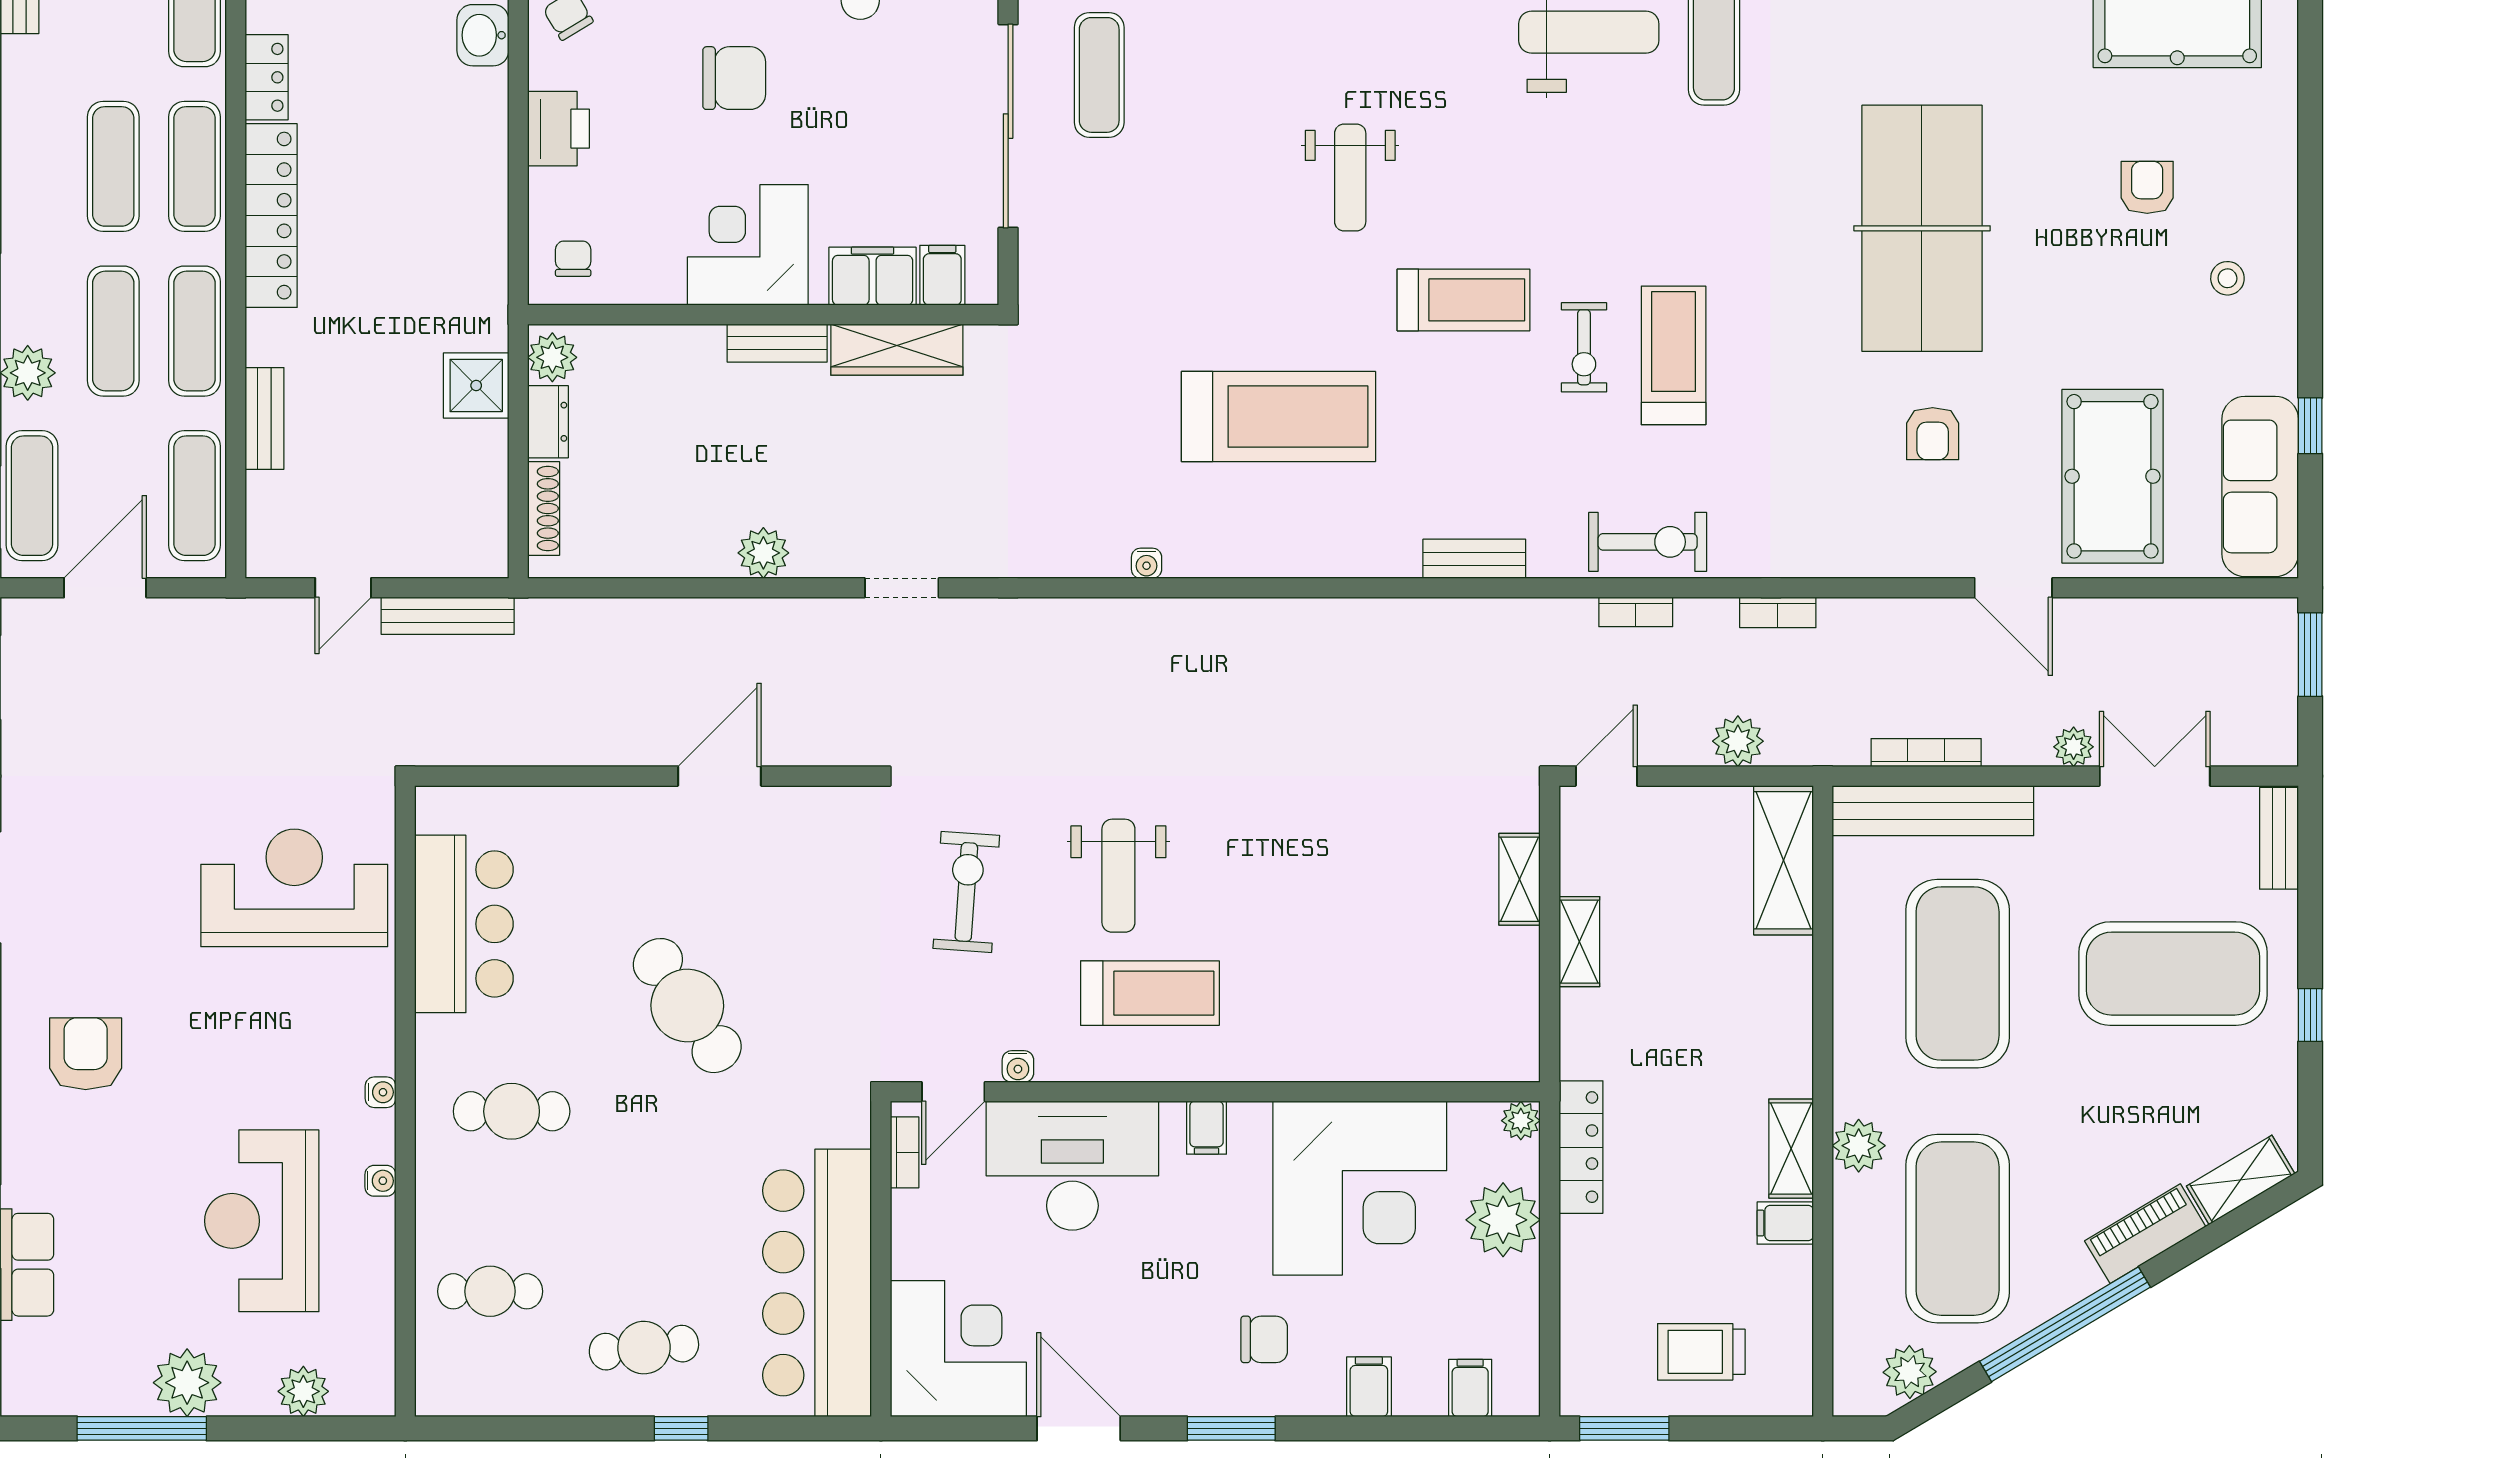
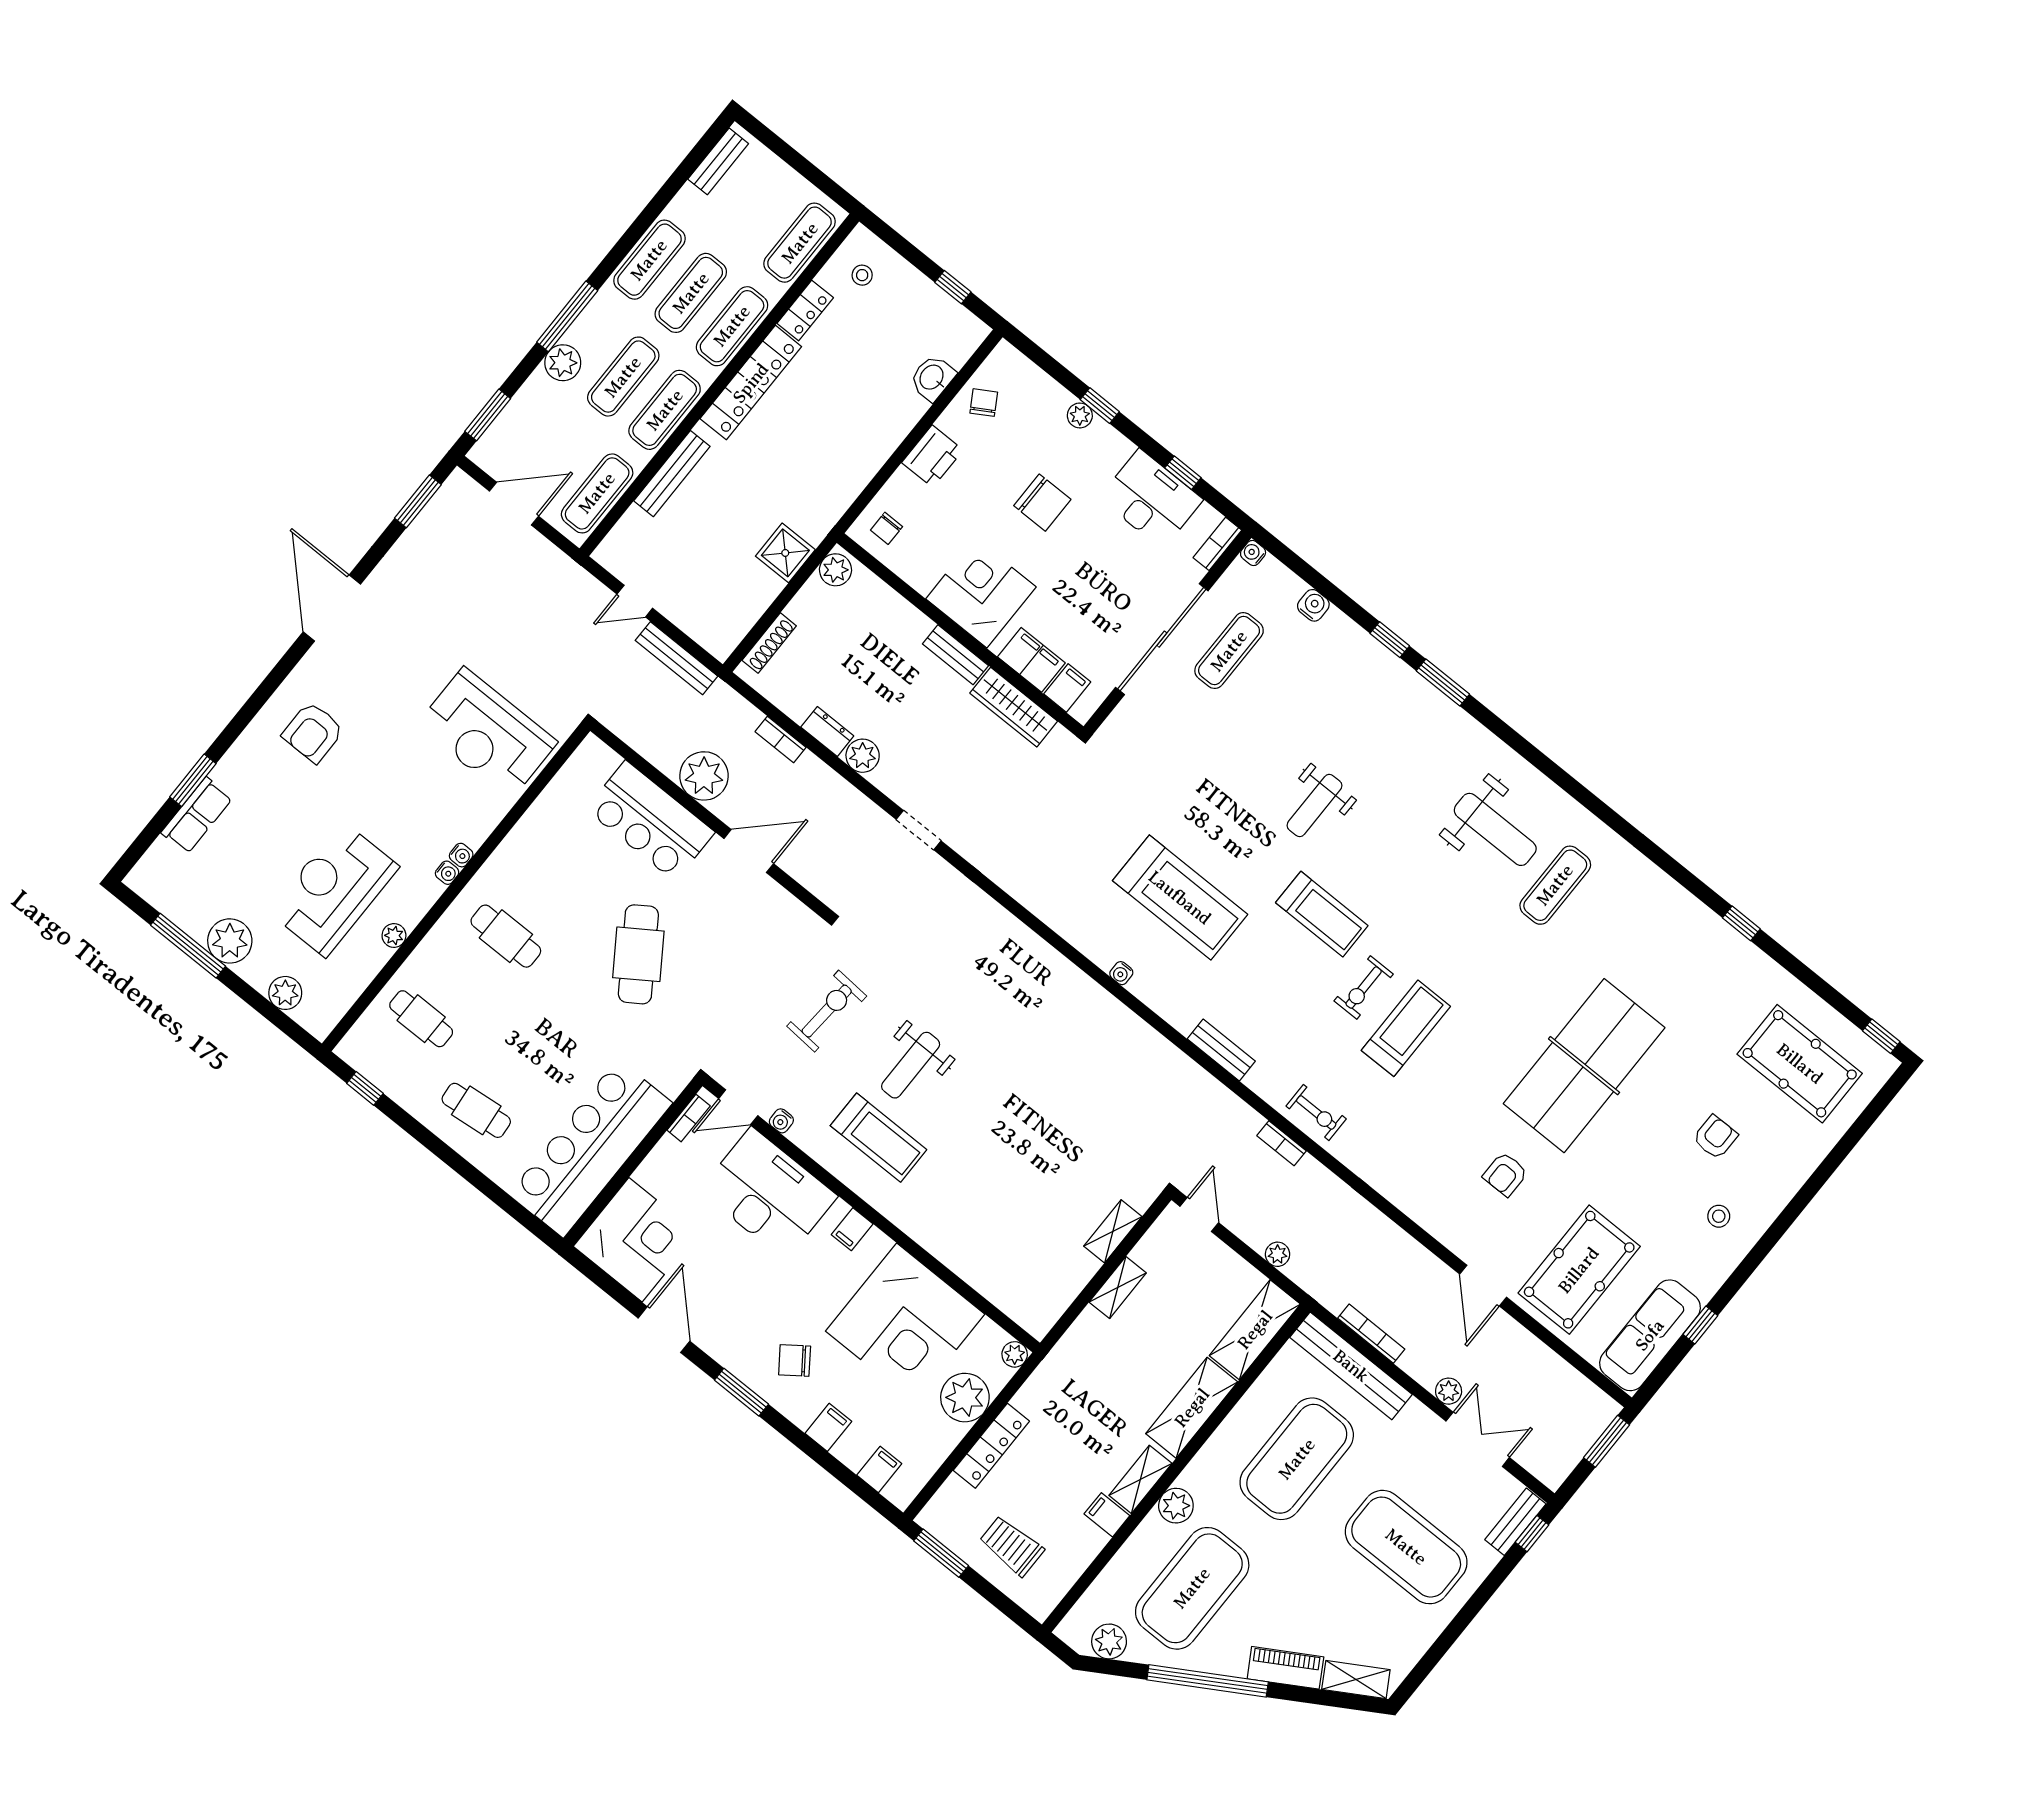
chair: (573, 259) -> (887, 528), turned 180
bench: (265, 418) -> (672, 474), width x1.36
dresser: (548, 422) -> (827, 732), moved, turned -90
exercise mat: (32, 496) -> (649, 260), moved
exercise bike: (1648, 542) -> (1316, 1112), width x0.73, depth x0.72
water cooler: (1147, 563) -> (1121, 973), moved
bookcase: (1778, 612) -> (781, 739), moved
plant: (594, 730) -> (704, 776), added
plant: (1738, 741) -> (1278, 1254), width x0.73, depth x0.73
door: (1606, 776) -> (1199, 1215), hinge flipped
reception desk: (294, 888) -> (487, 734), turned 180
bar counter: (464, 924) -> (650, 821), moved, turned 90
shelving: (1783, 1014) -> (1192, 1408), added
window: (2310, 1015) -> (1532, 1534), moved
armchair: (86, 1054) -> (313, 732), turned 180
locker: (1581, 1147) -> (991, 1446), moved
water cooler: (380, 1181) -> (461, 855), moved
plant: (378, 1218) -> (394, 935), added
chair: (1264, 1339) -> (795, 1360), turned 144
window: (681, 1428) -> (365, 1088), moved

